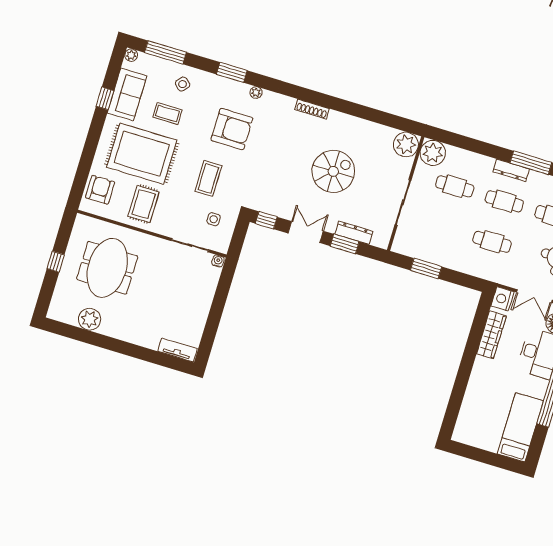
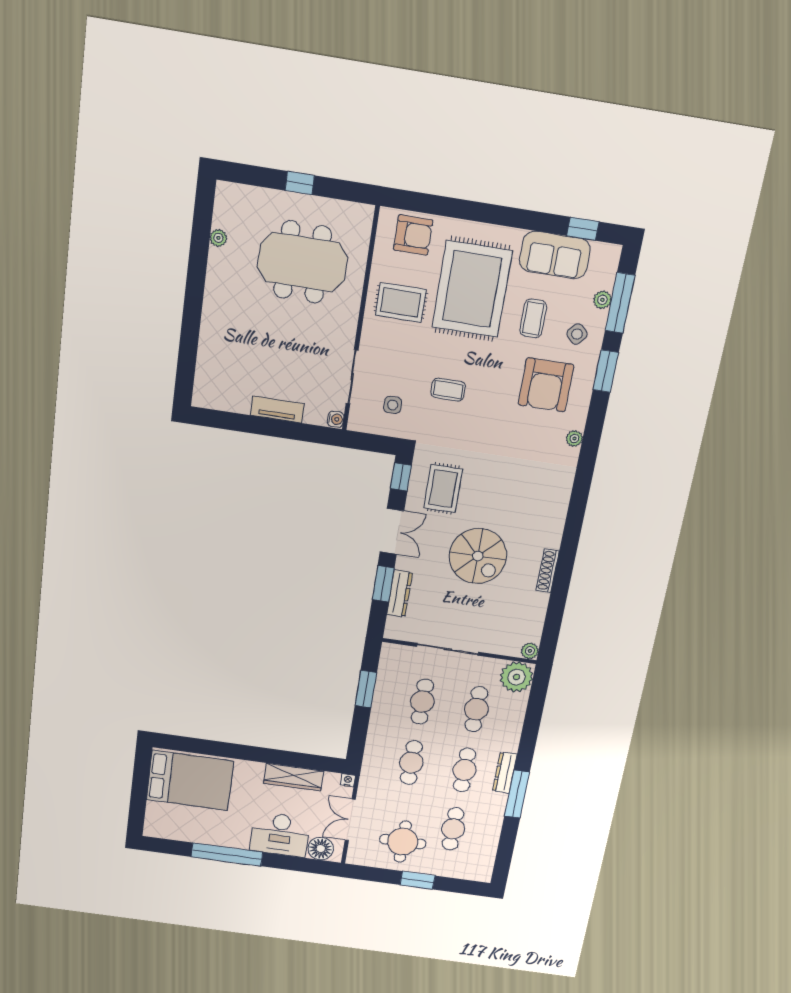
plant: (131, 55) -> (602, 300), moved
window: (232, 72) -> (606, 371), moved
window: (105, 98) -> (583, 229), moved
shoe rack: (312, 109) -> (548, 571), moved
armchair: (232, 129) -> (546, 385), moved
plant: (406, 144) -> (530, 651), width x0.53, depth x0.53
coffee table: (208, 178) -> (448, 390), width x0.73, depth x0.77
rug: (279, 191) -> (443, 489), added
cafe table: (442, 227) -> (422, 701), added
nightstand: (503, 299) -> (348, 780), width x0.53, depth x0.56
plant: (90, 319) -> (218, 238), width x0.53, depth x0.53
tv unit: (177, 350) -> (277, 409), moved, turned -90
bed: (520, 427) -> (190, 780), moved, width x1.50

